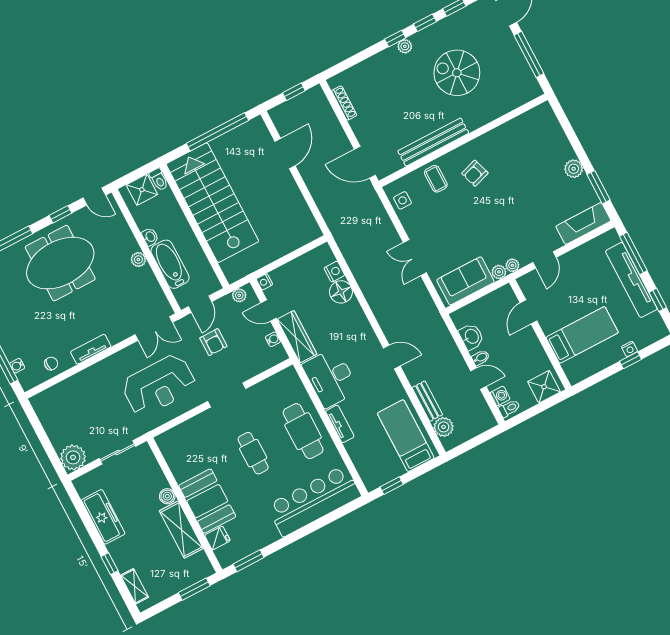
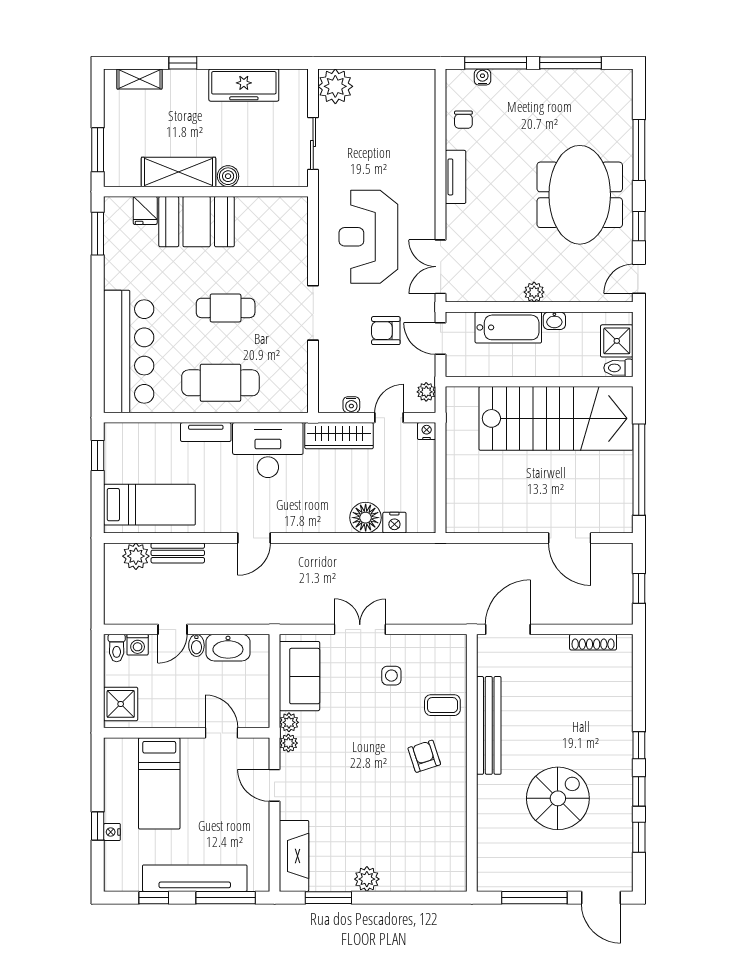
plant: (405, 46) -> (623, 752), removed
side table: (403, 200) -> (391, 676), moved
washbasin: (471, 337) -> (228, 648), width x1.38

